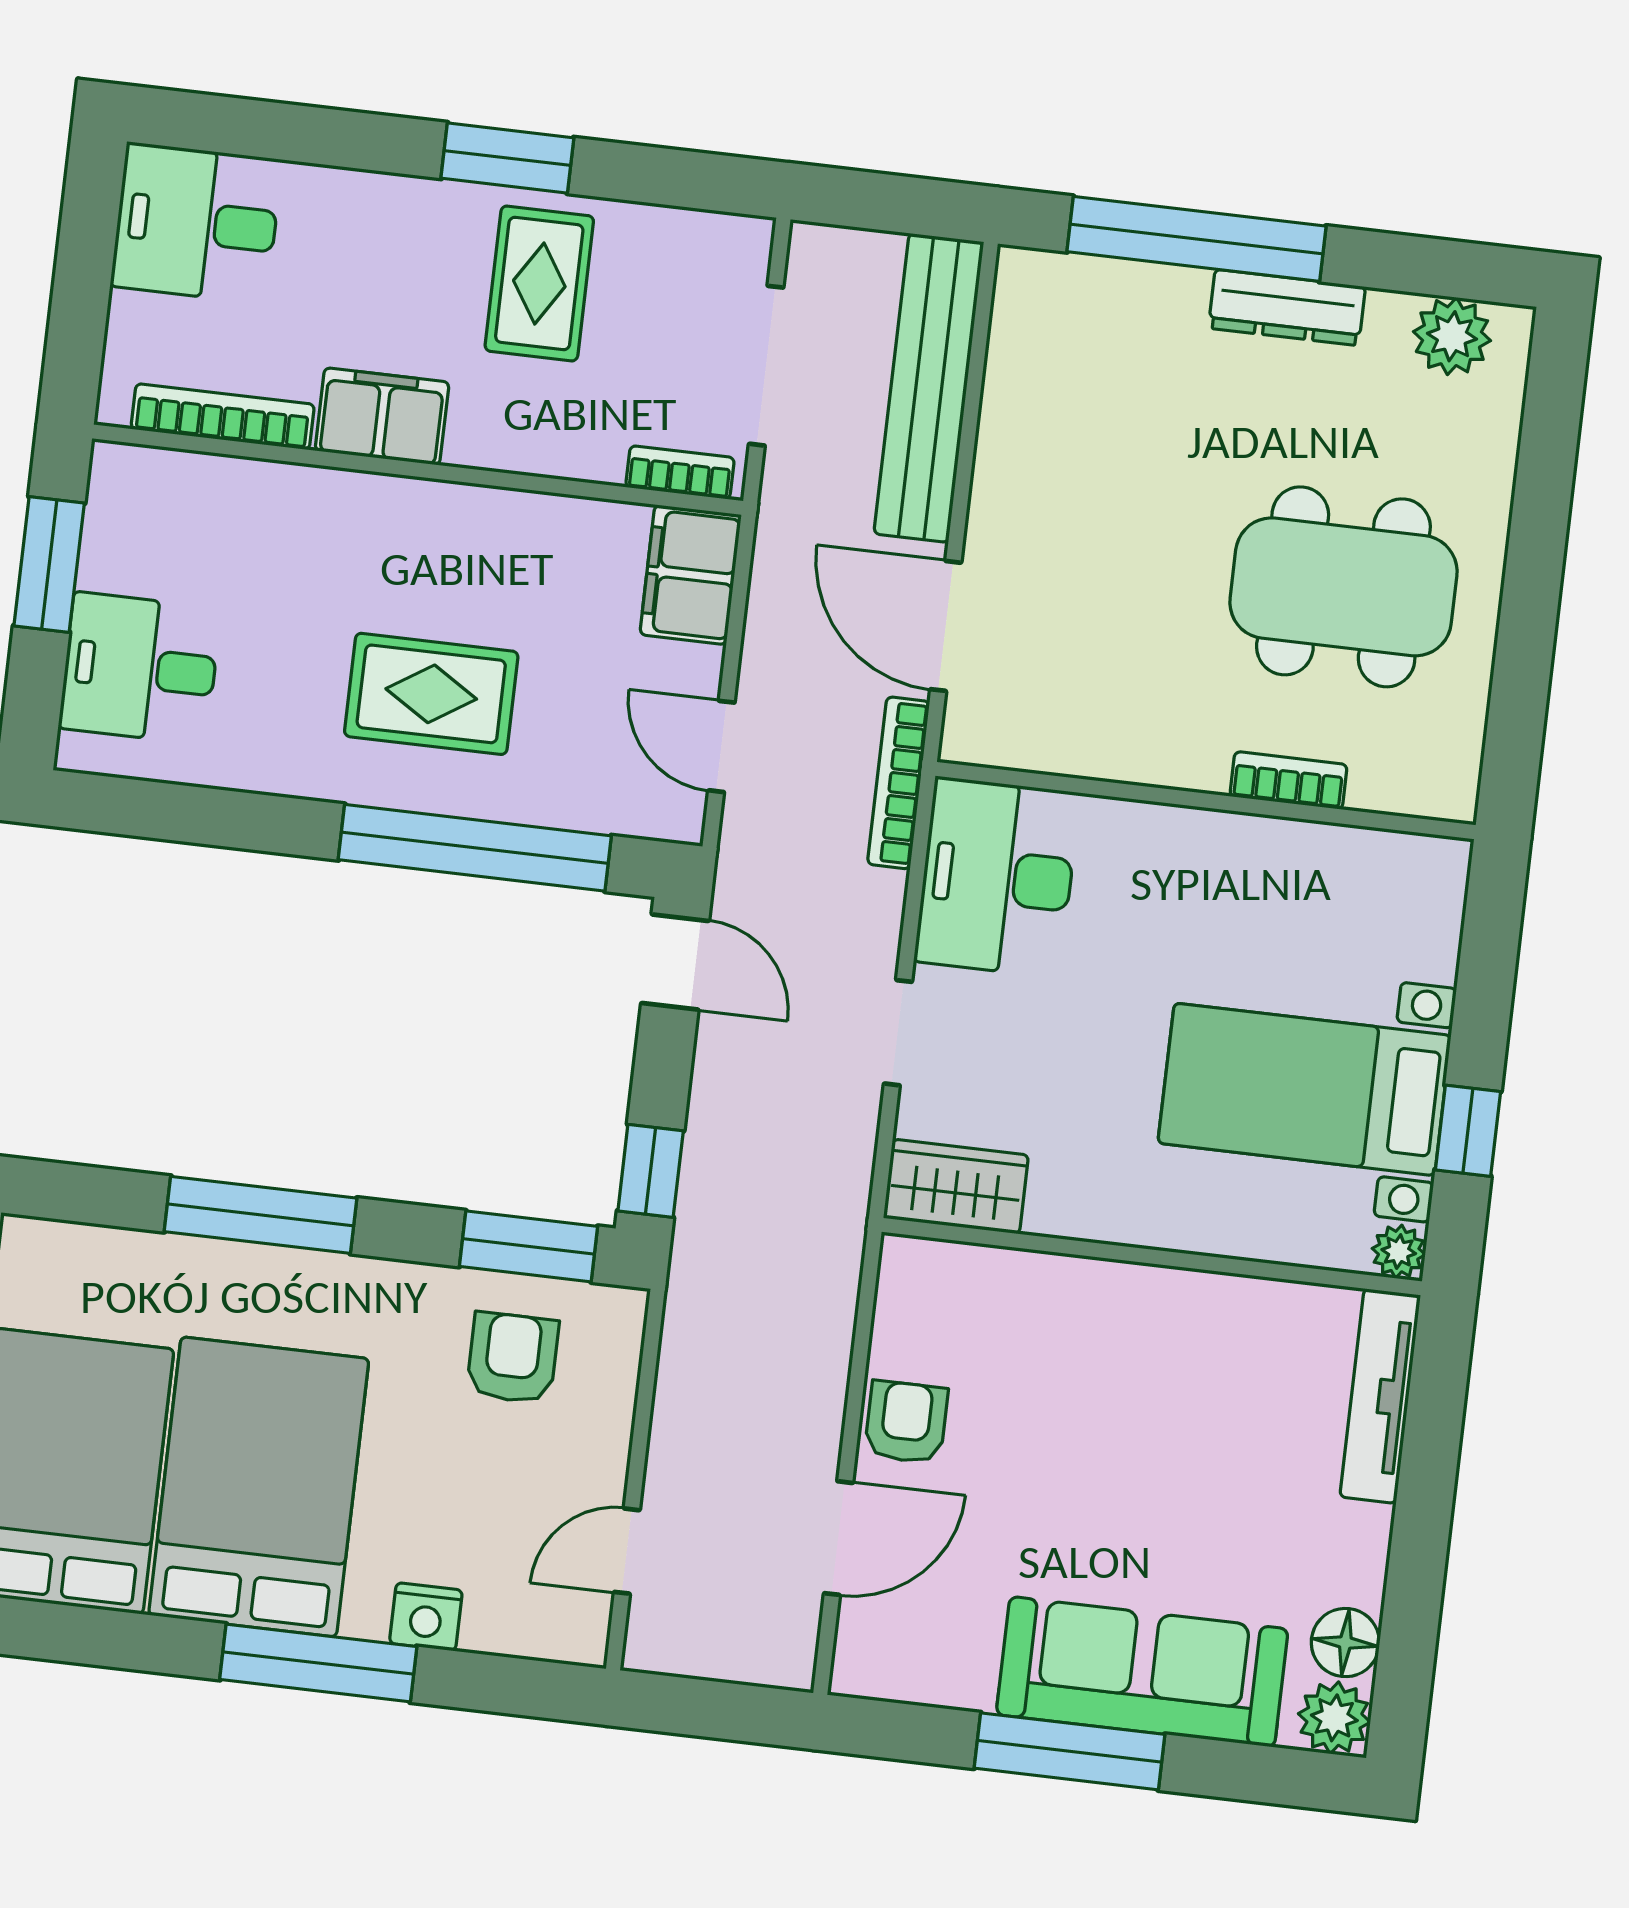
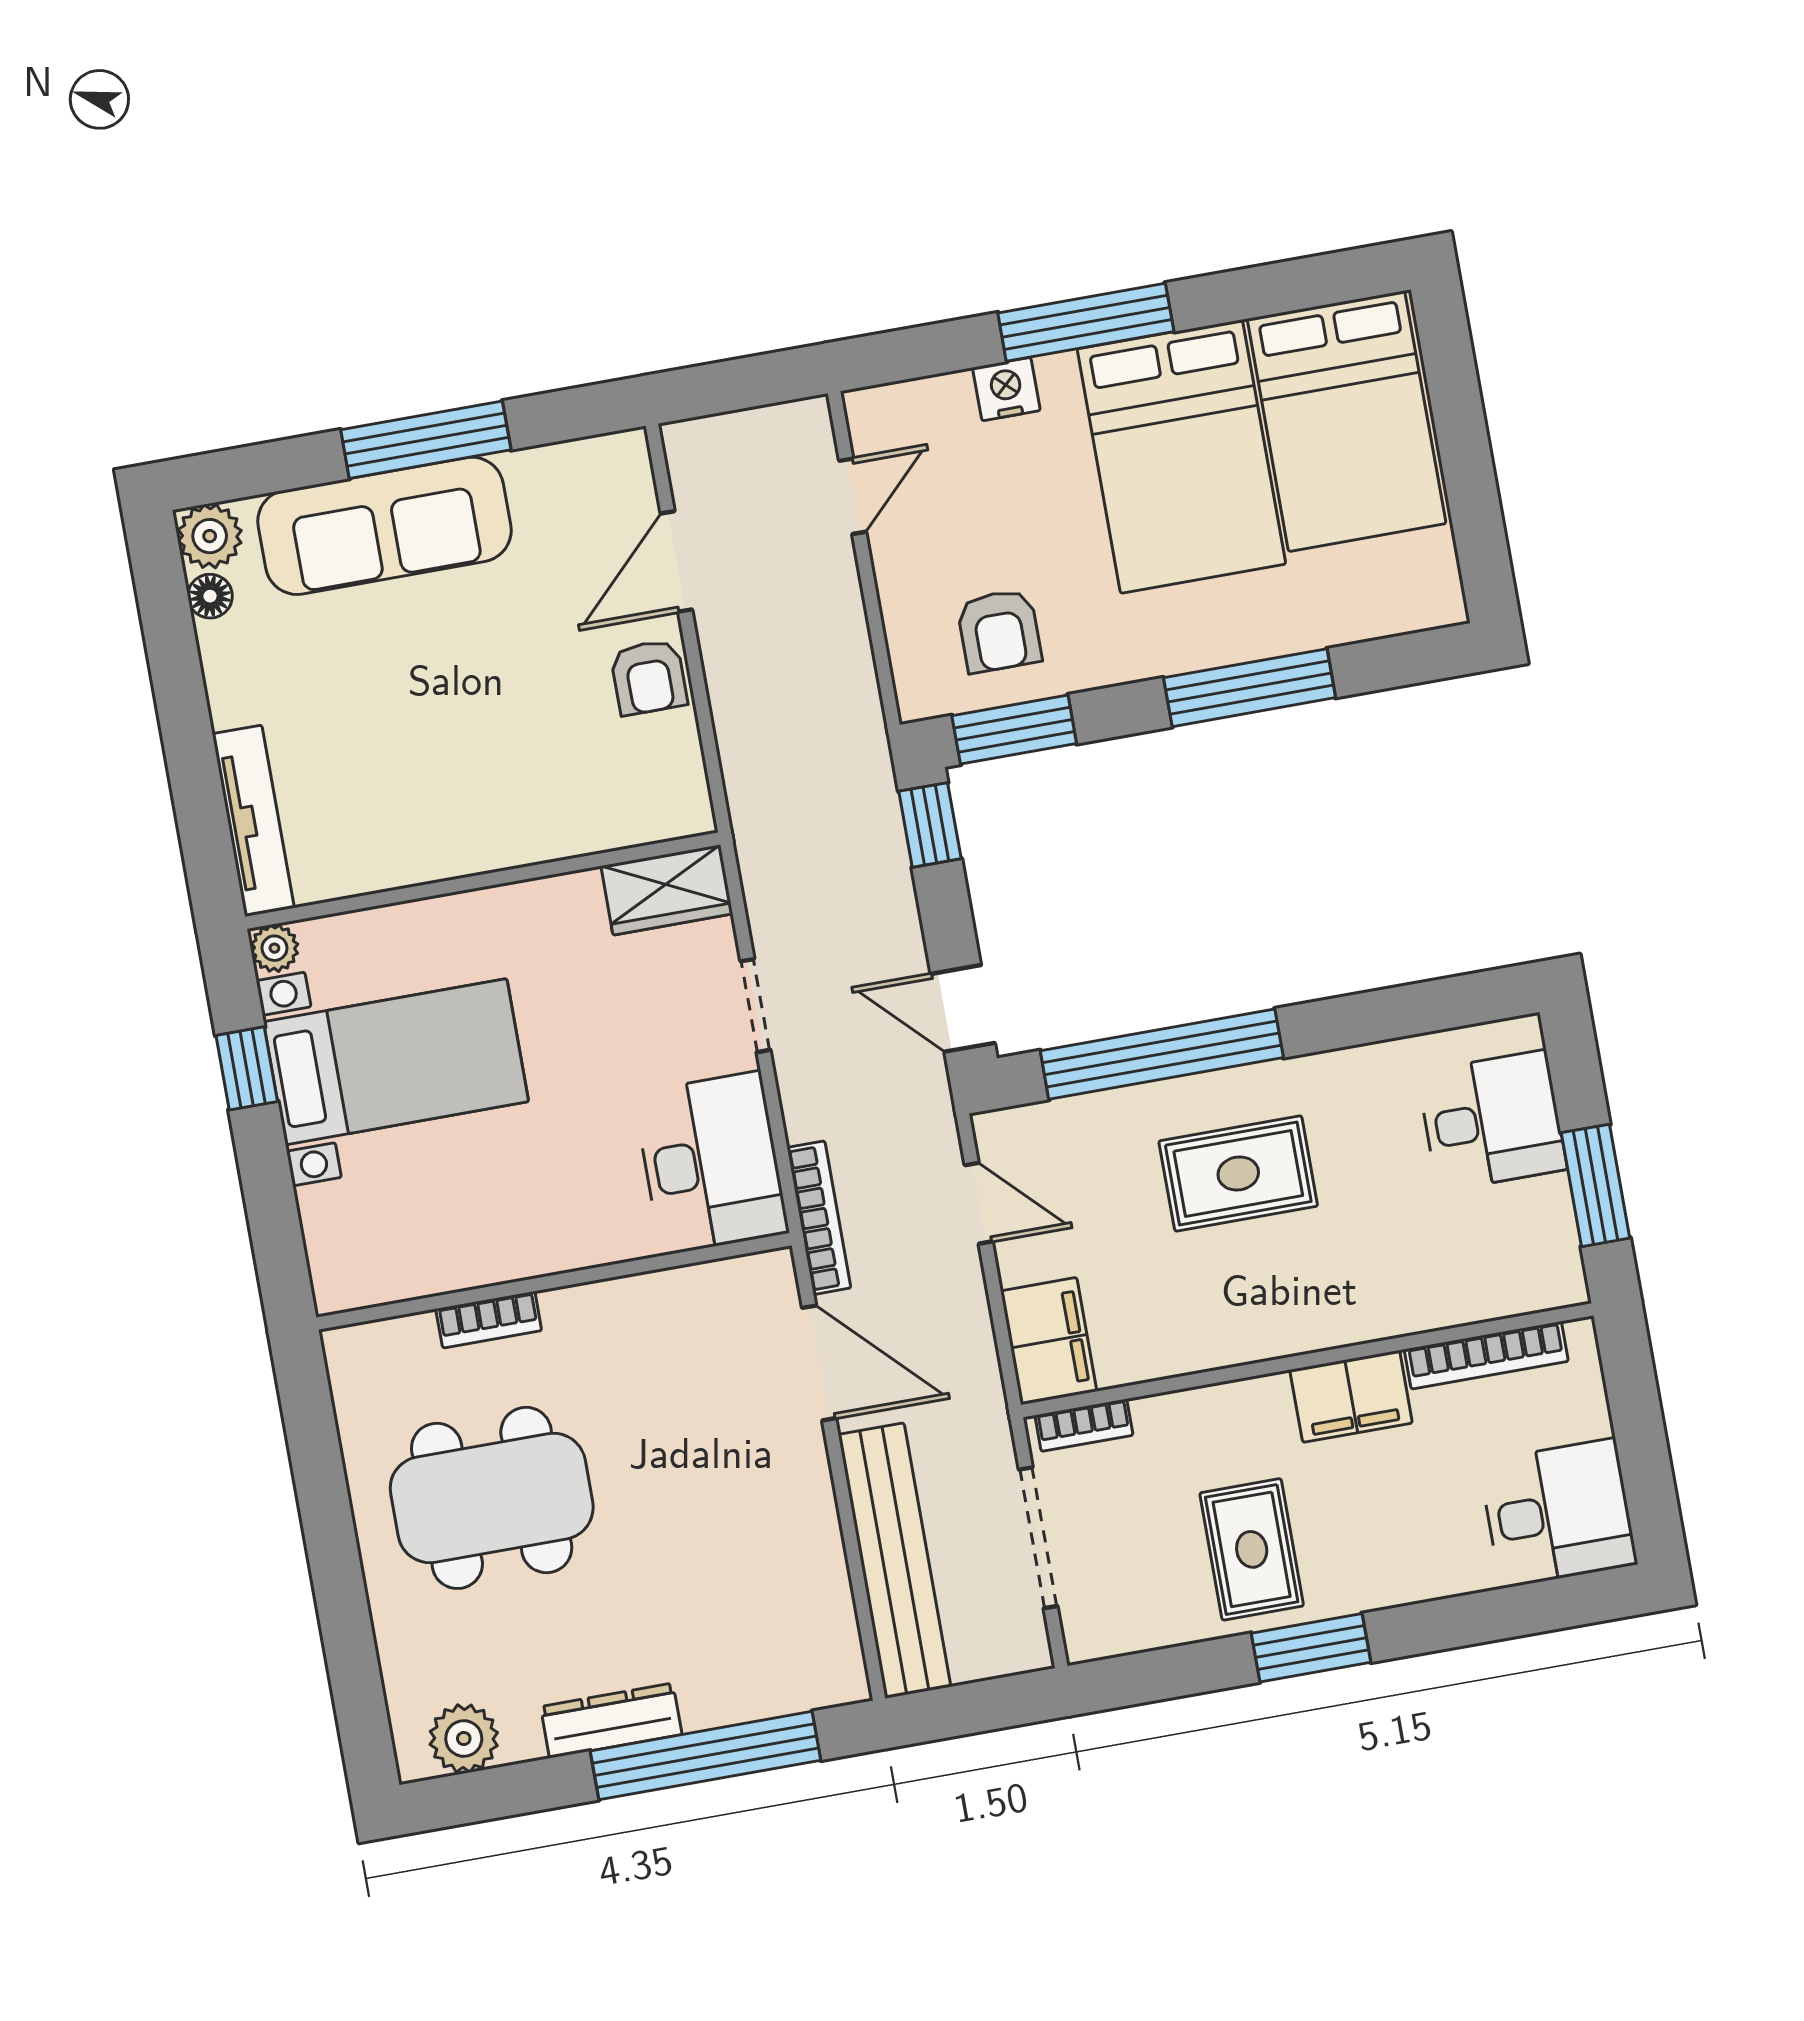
floor lamp: (1345, 1643) -> (210, 596), width x0.73, depth x0.73

